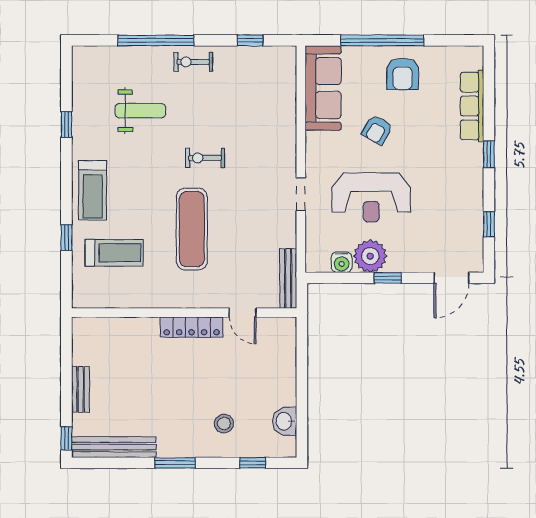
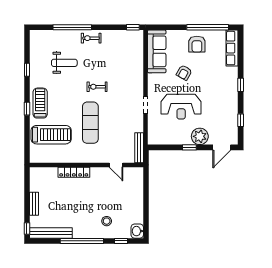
window: (250, 40) -> (133, 27), moved
window: (382, 40) -> (208, 27), moved
row of seats: (472, 106) -> (232, 48), moved
treadmill: (93, 190) -> (40, 103), turned 180
window: (66, 238) -> (27, 109), moved
treadmill: (114, 253) -> (51, 135), width x1.37, depth x1.38
plant: (370, 256) -> (200, 136), moved
water cooler: (342, 262) -> (166, 139), removed
locker: (192, 327) -> (74, 172), moved
washbasin: (285, 421) -> (137, 231), moved
window: (175, 463) -> (82, 241), width x2.11

